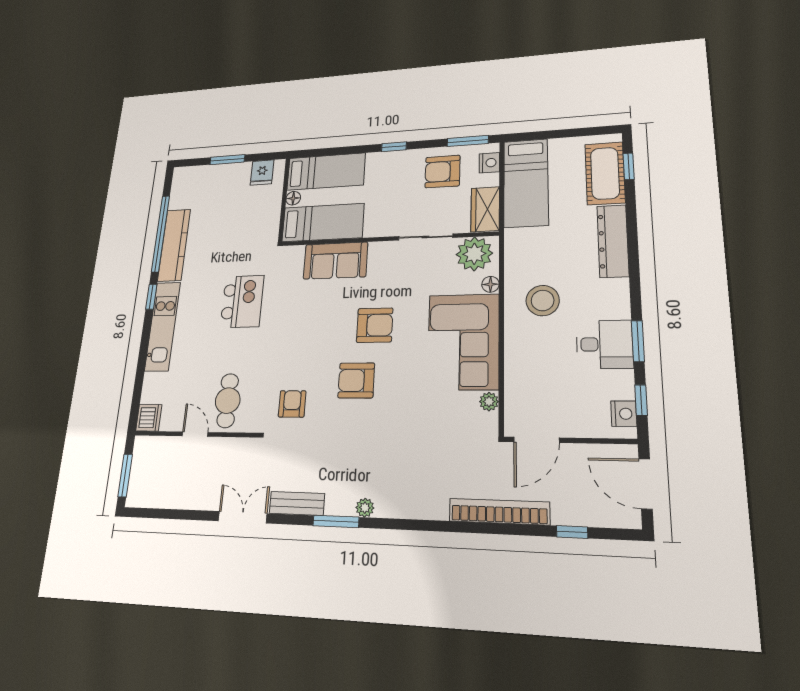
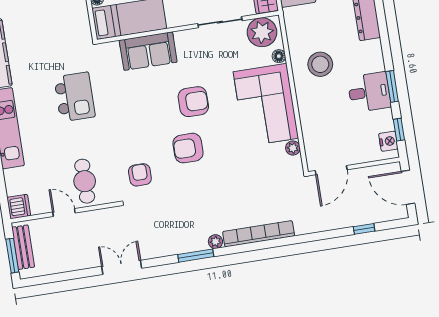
bench: (297, 503) -> (23, 247), moved, turned 90
bookcase: (499, 512) -> (259, 234), moved

